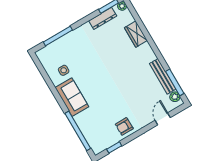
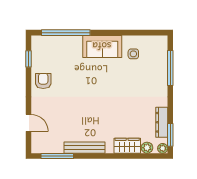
bench: (163, 76) -> (84, 148), moved
plant: (175, 97) -> (147, 148), moved

